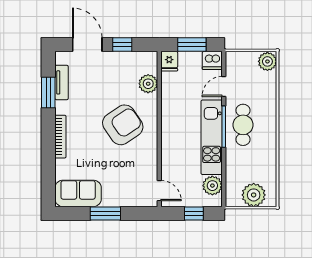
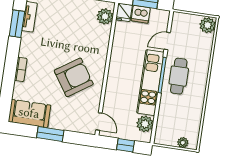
dishwasher: (212, 60) -> (141, 14), moved
plant: (148, 84) -> (105, 16), moved
armchair: (123, 125) -> (74, 77), moved
bookcase: (60, 137) -> (21, 69), width x0.64
plant: (254, 195) -> (183, 143), width x0.53, depth x0.53

